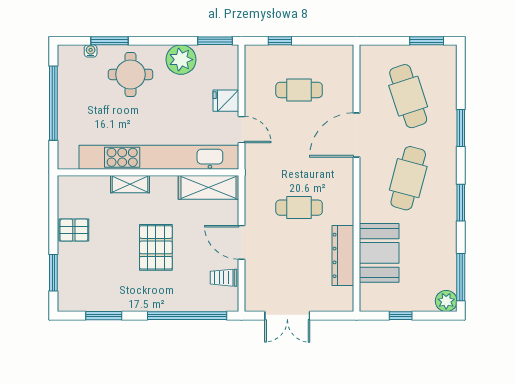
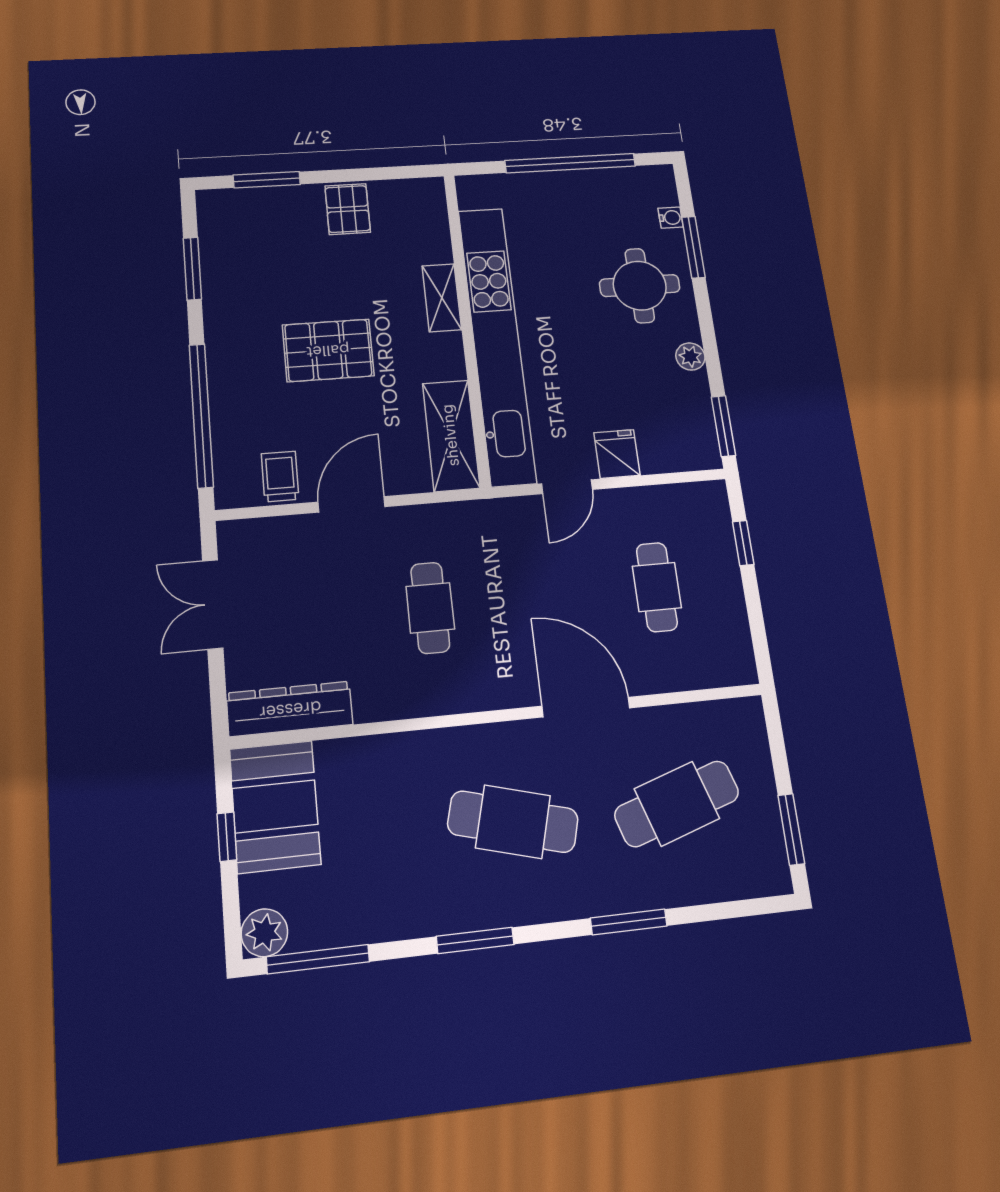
plant: (181, 60) -> (690, 357), width x0.53, depth x0.53
booth: (379, 253) -> (275, 806), moved, turned 90
dresser: (343, 255) -> (290, 709), moved

